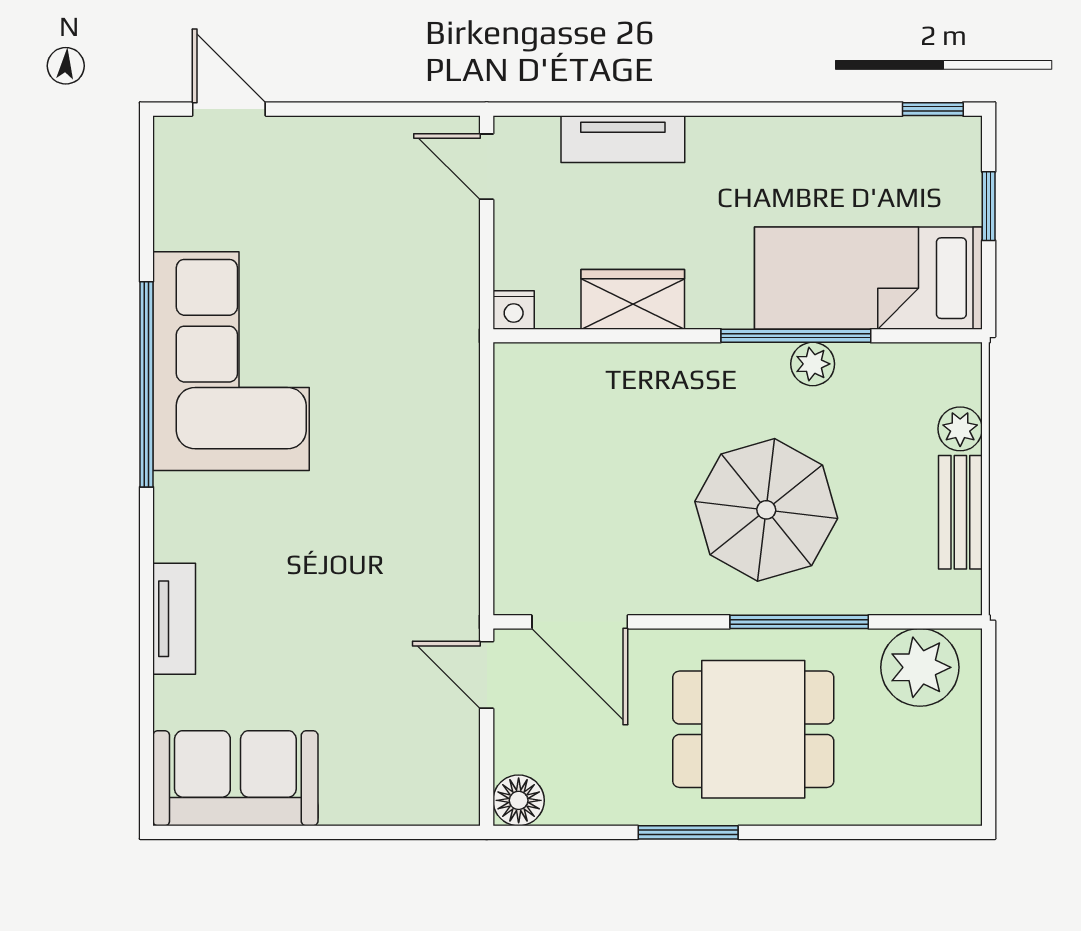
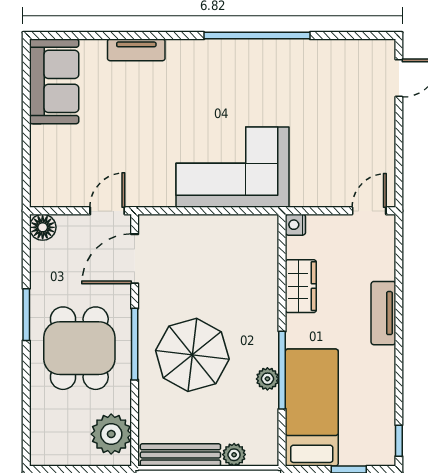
tv unit: (623, 139) -> (383, 313), moved
corner sofa: (231, 361) -> (232, 167), moved, turned 180
bench: (960, 512) -> (180, 455), width x1.36
window: (799, 622) -> (135, 344), moved

